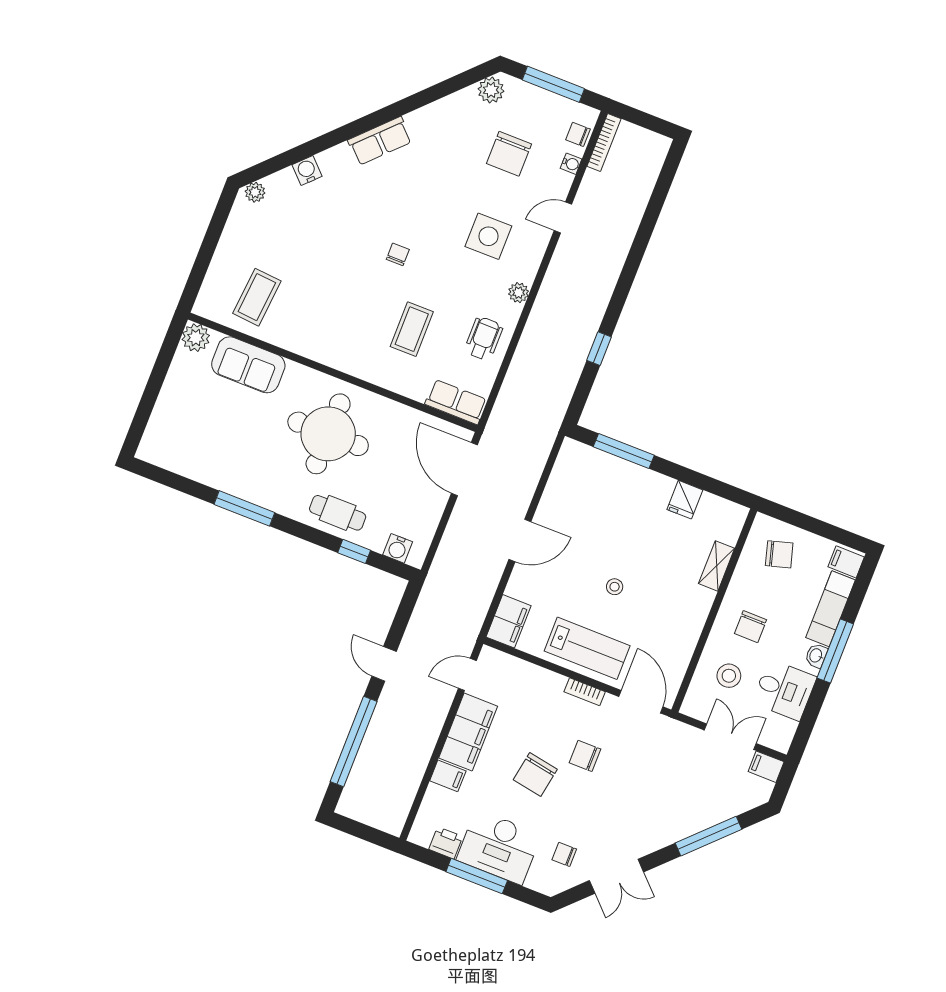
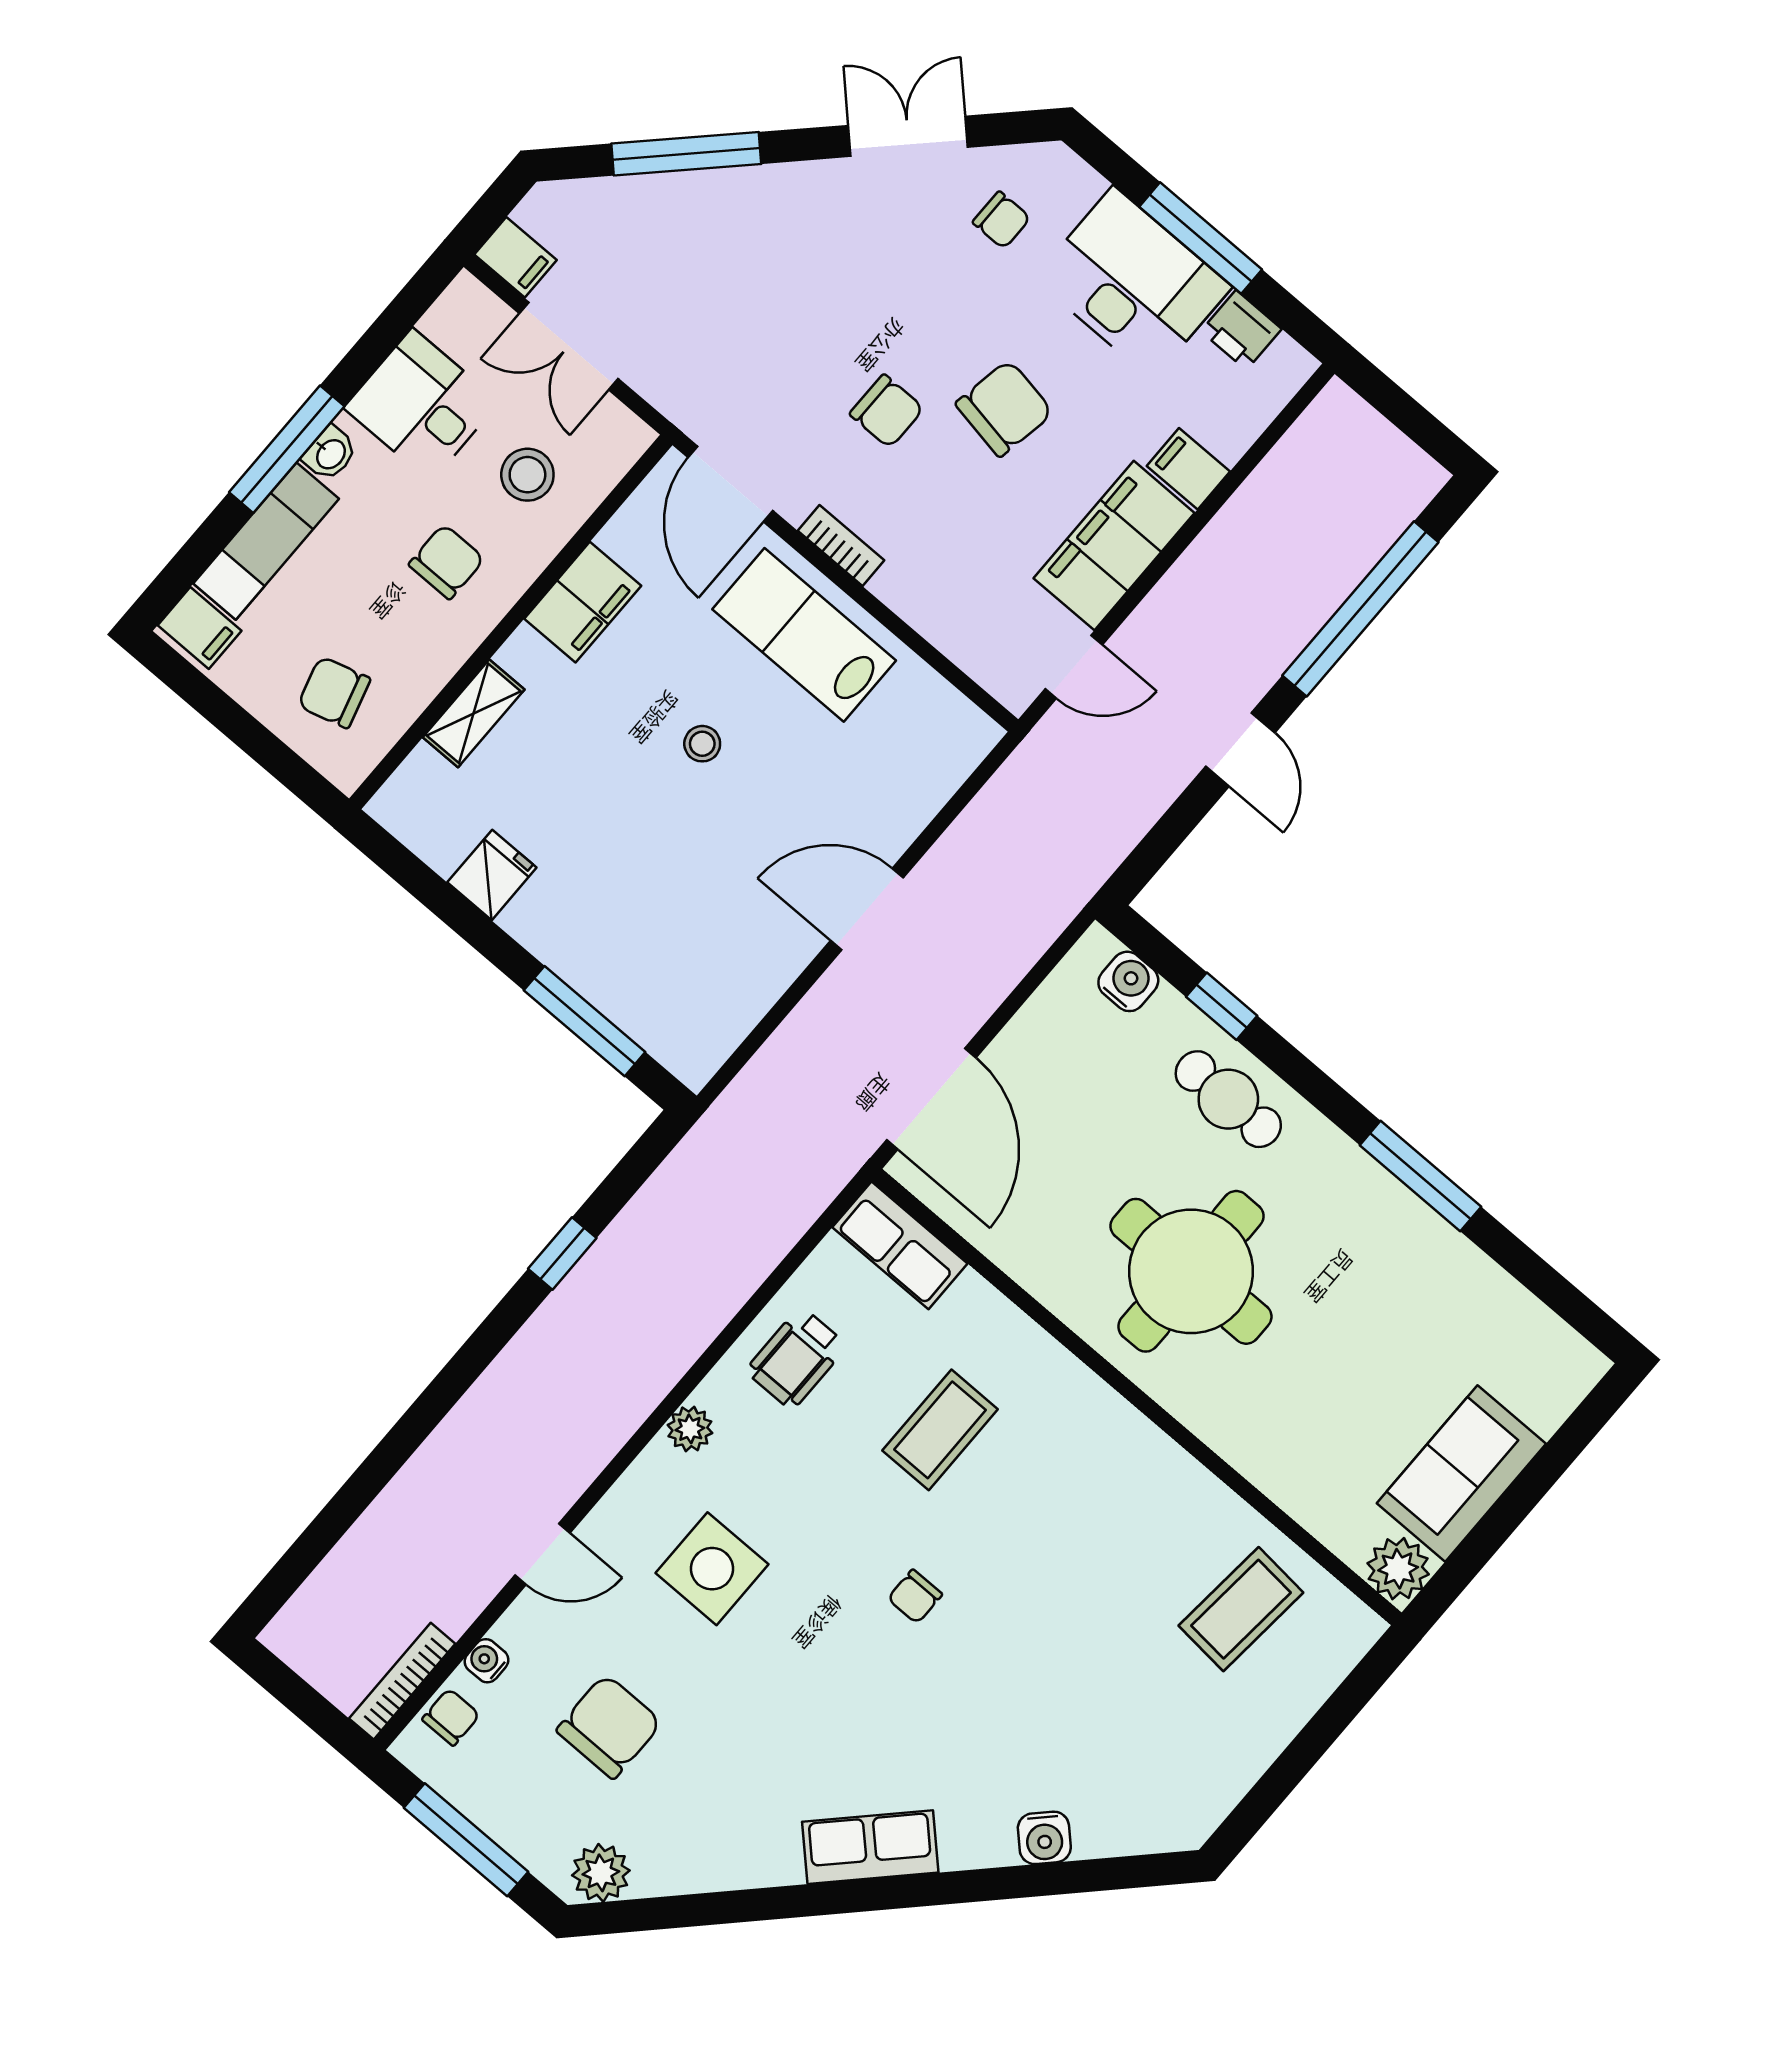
chair: (578, 134) -> (451, 1717), turned -90
plant: (255, 192) -> (1169, 1830), removed
sofa: (248, 365) -> (1461, 1474), moved, turned -90
filing cabinet: (509, 621) -> (583, 602), moved, turned 180

